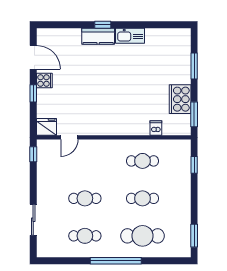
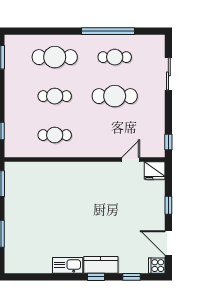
window: (69, 25) -> (132, 277), added
cooker: (44, 81) -> (157, 266), moved
cooker: (180, 99) -> (16, 199), removed
dishwasher: (156, 128) -> (41, 169), removed
cafe table: (85, 198) -> (115, 96), width x1.37, depth x1.35
window: (116, 261) -> (108, 31), moved

